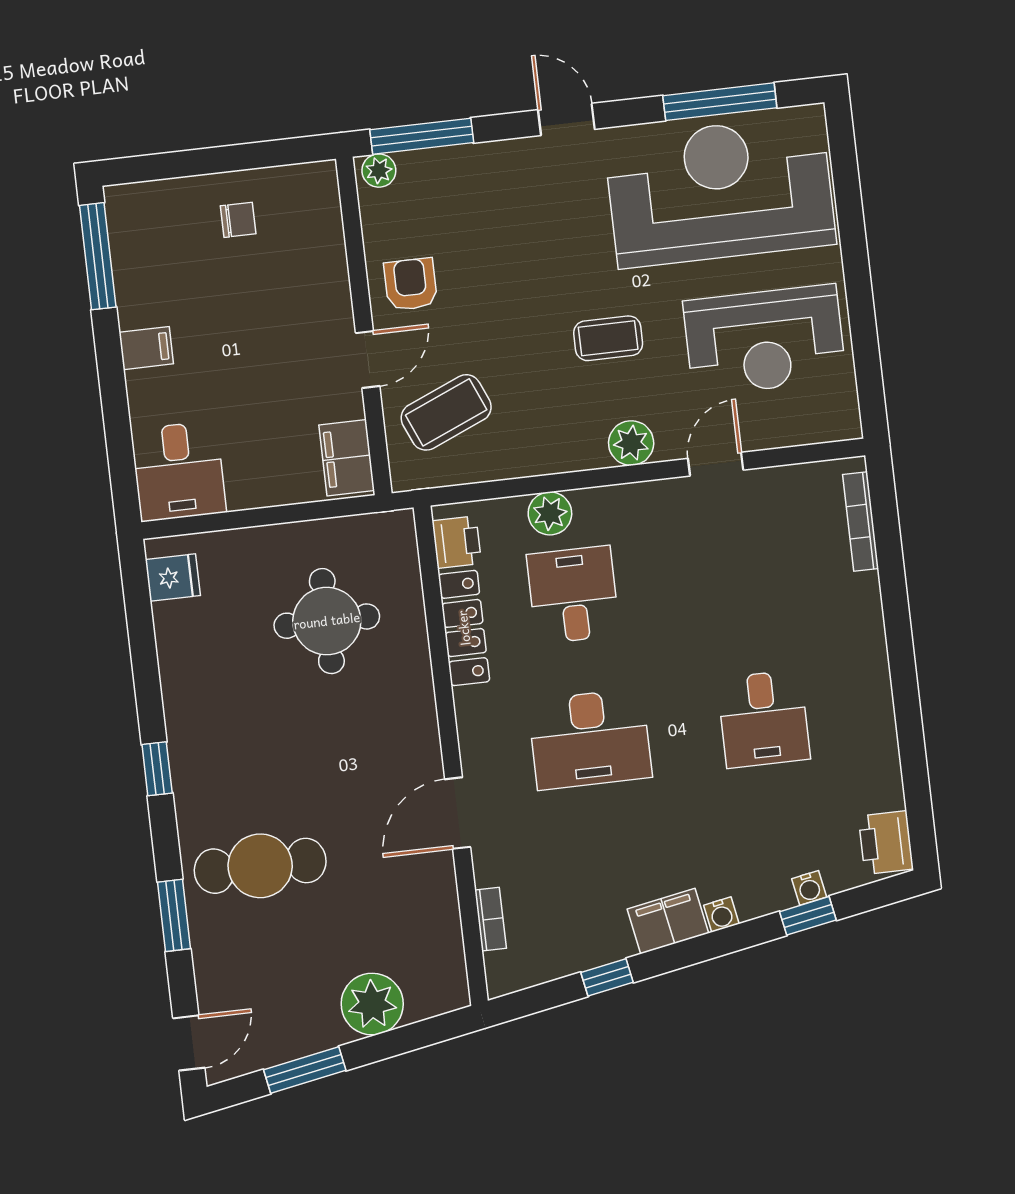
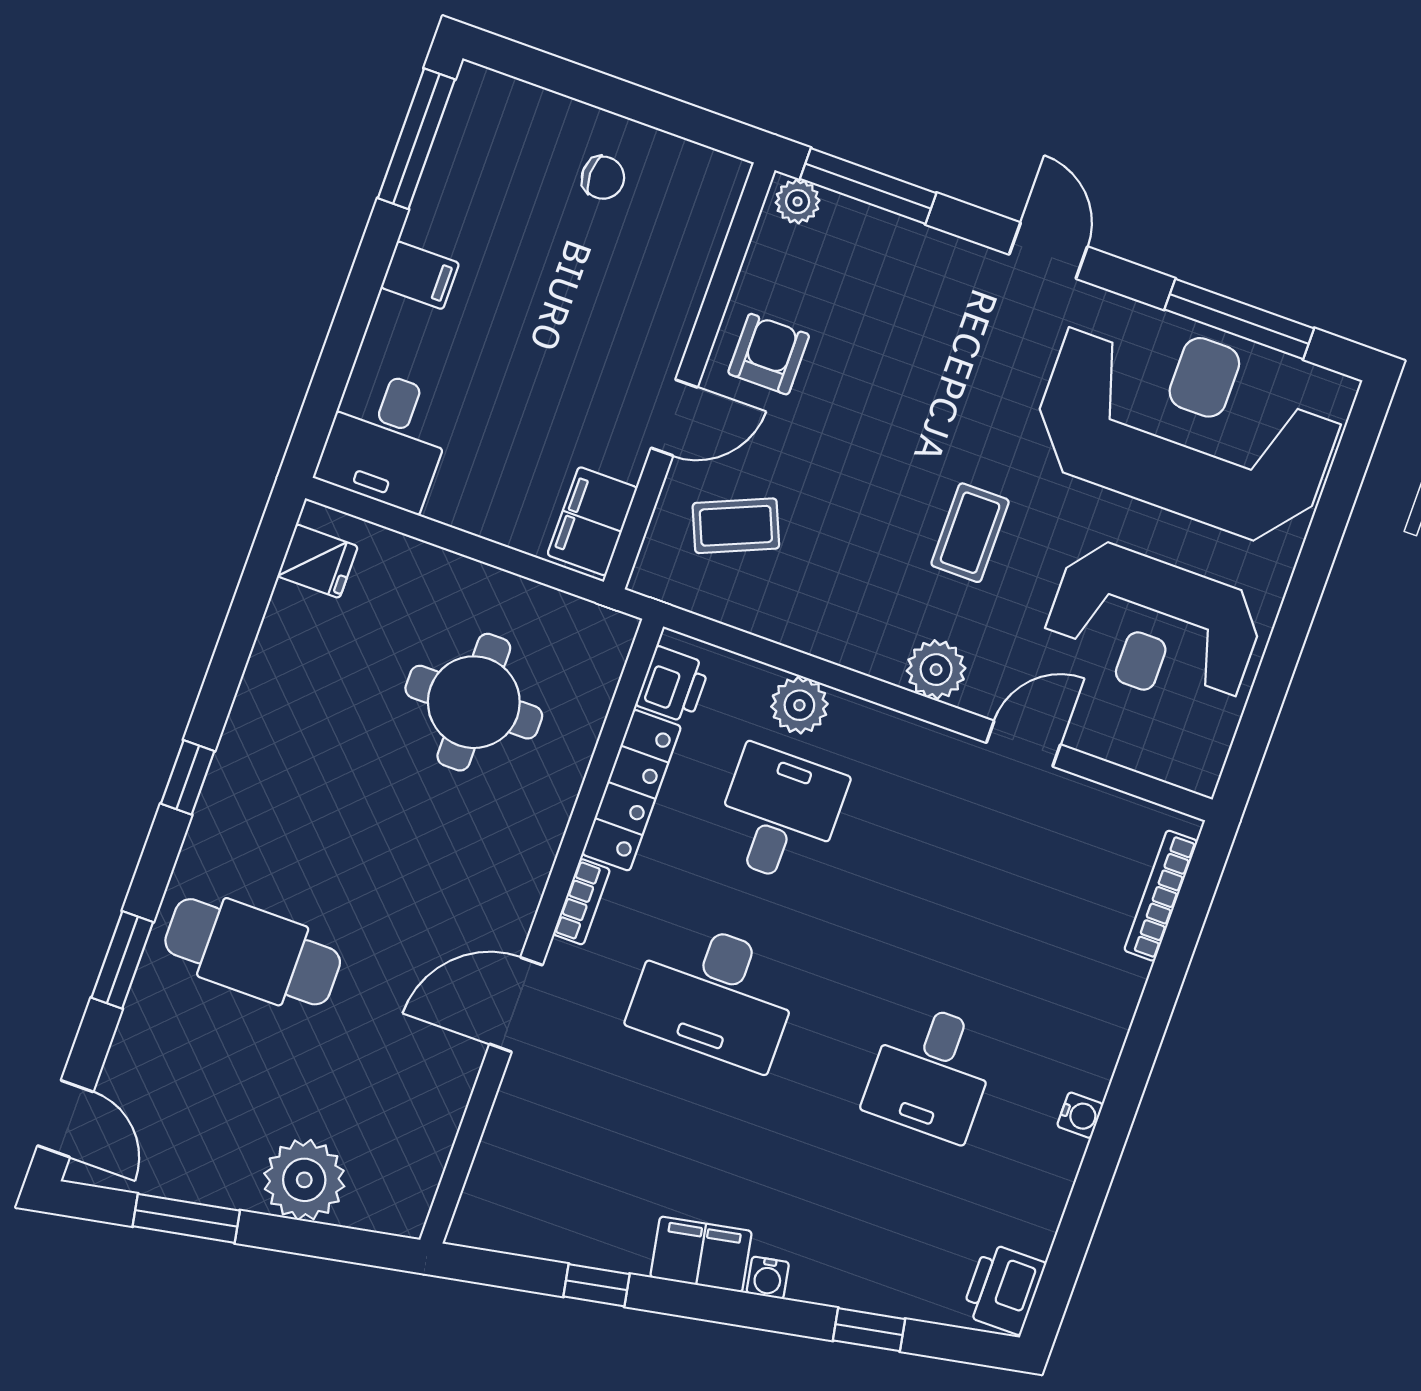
coffee table: (608, 338) -> (970, 533), turned 90
coffee table: (446, 412) -> (736, 526), width x0.73, depth x0.77
water cooler: (809, 888) -> (1080, 1115), moved, turned -80
bookcase: (491, 919) -> (582, 902), moved
door: (189, 1043) -> (65, 1119), hinge flipped

